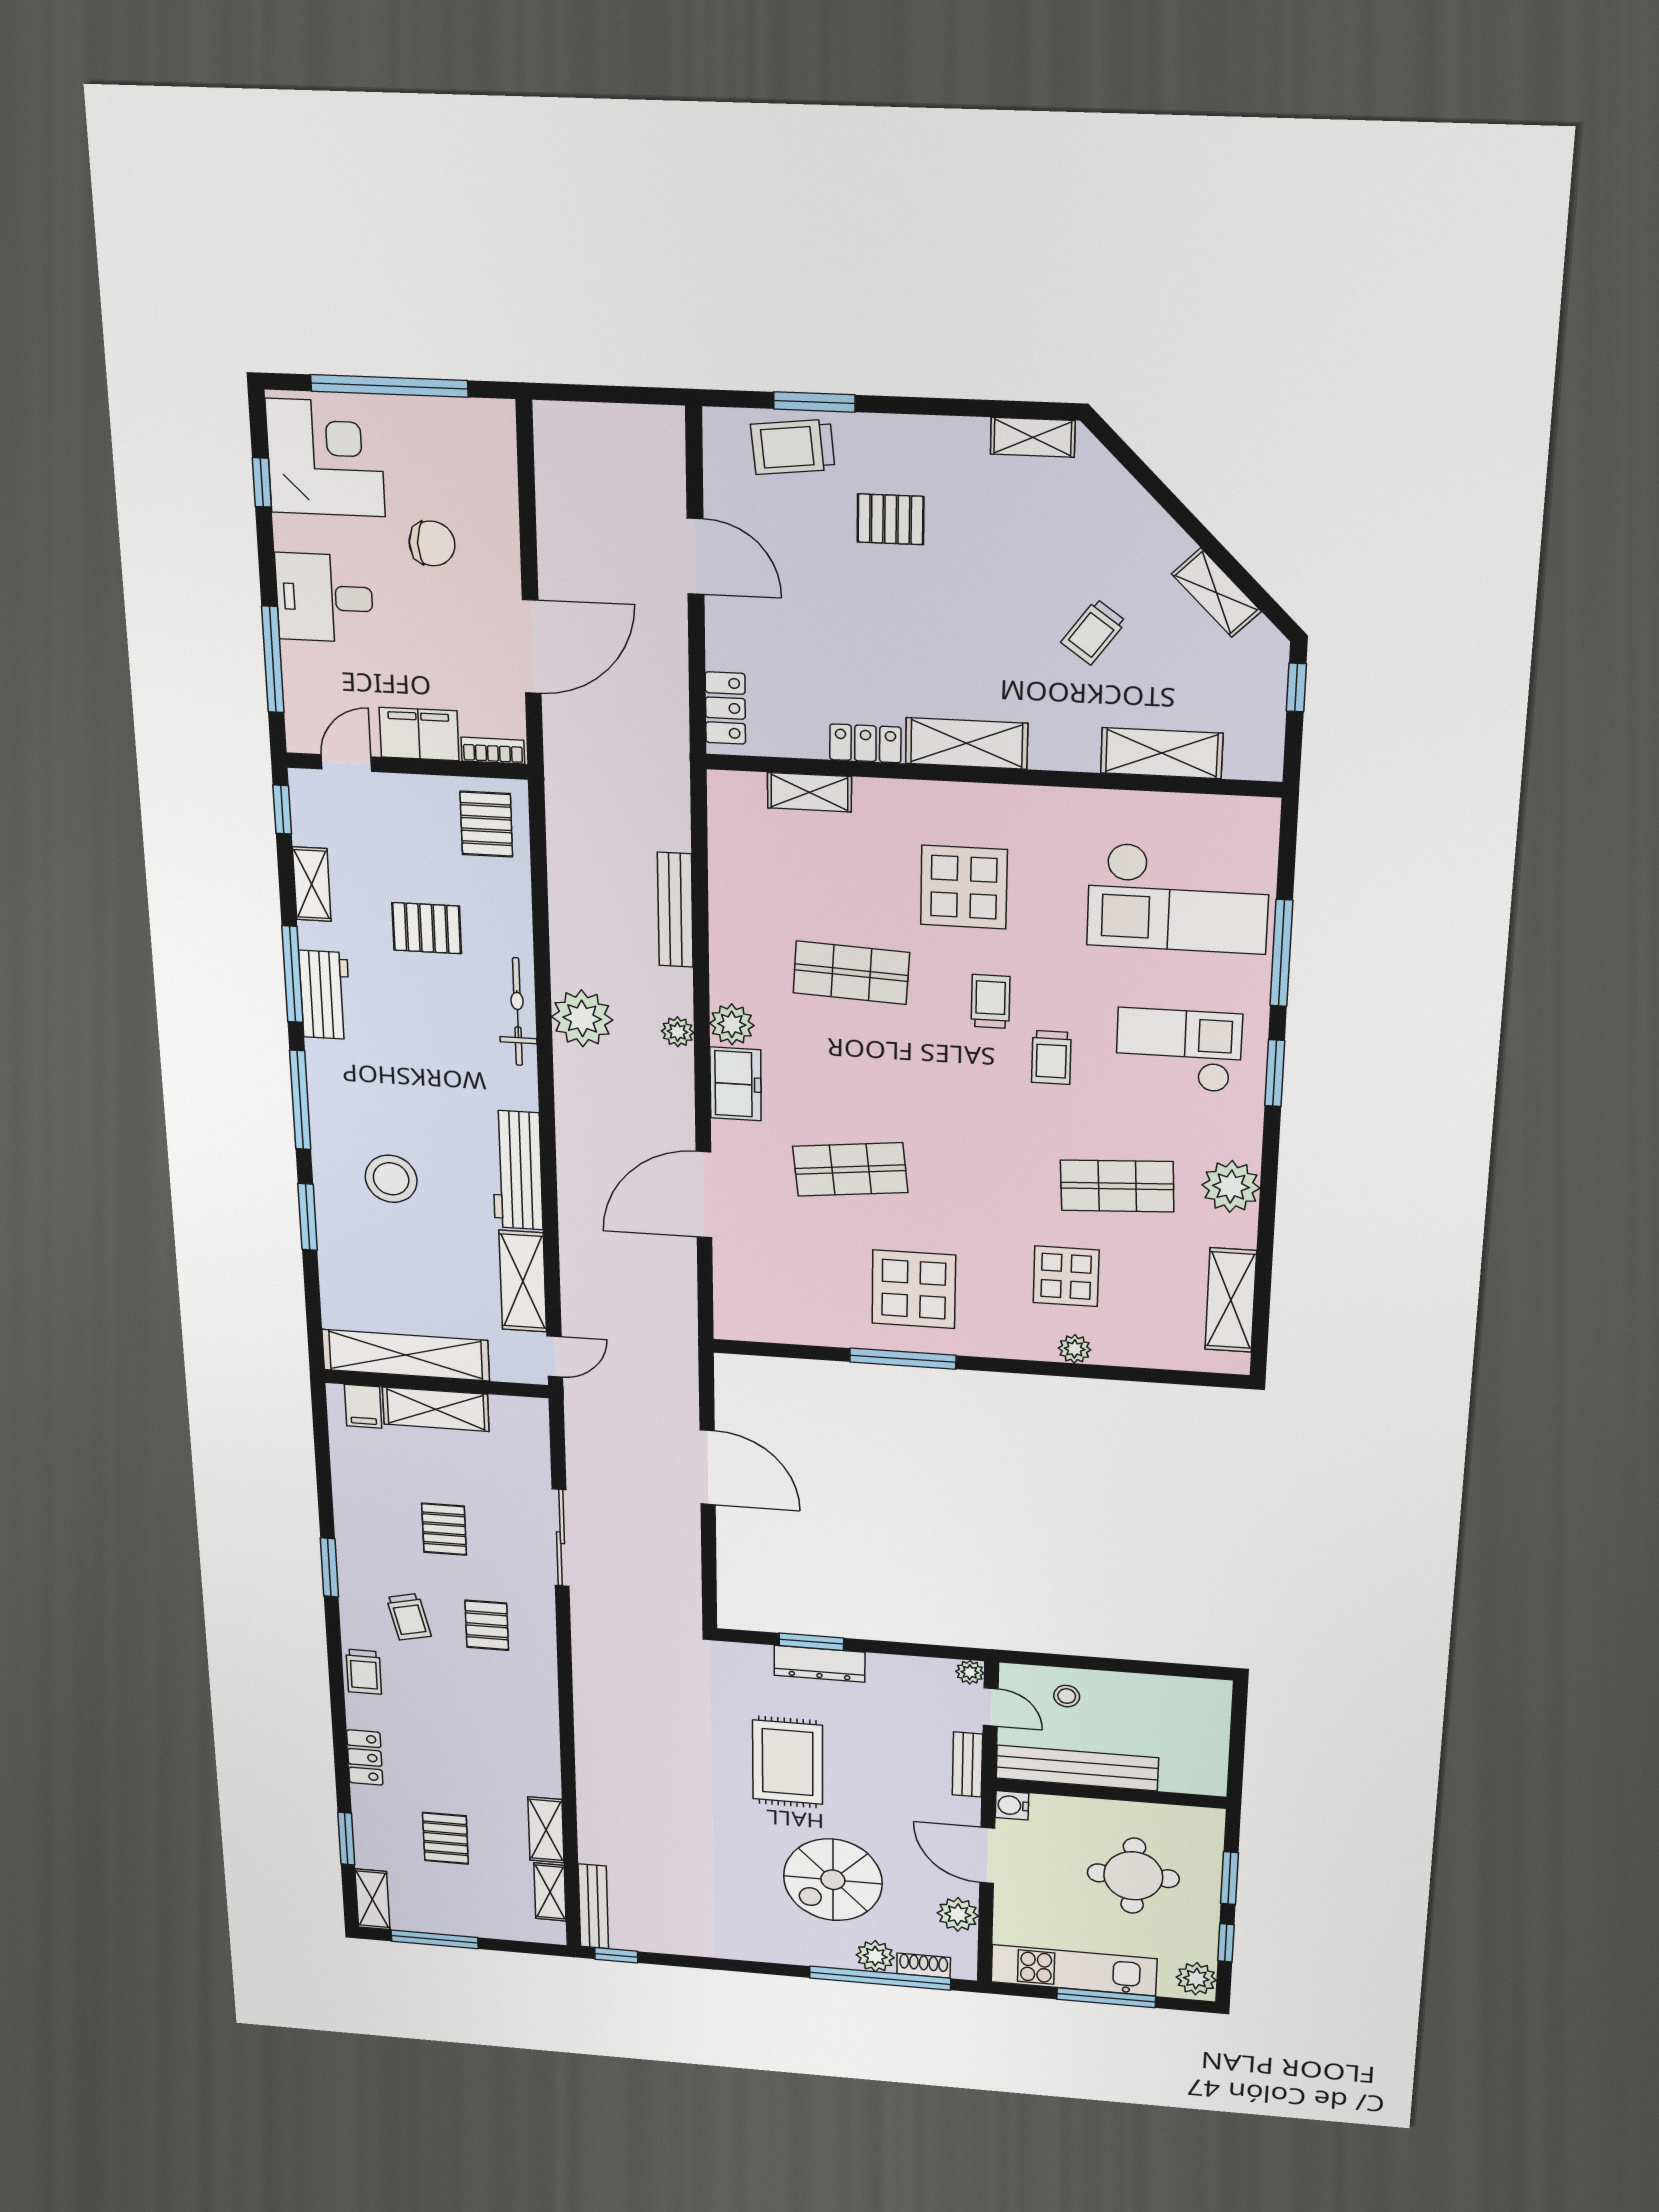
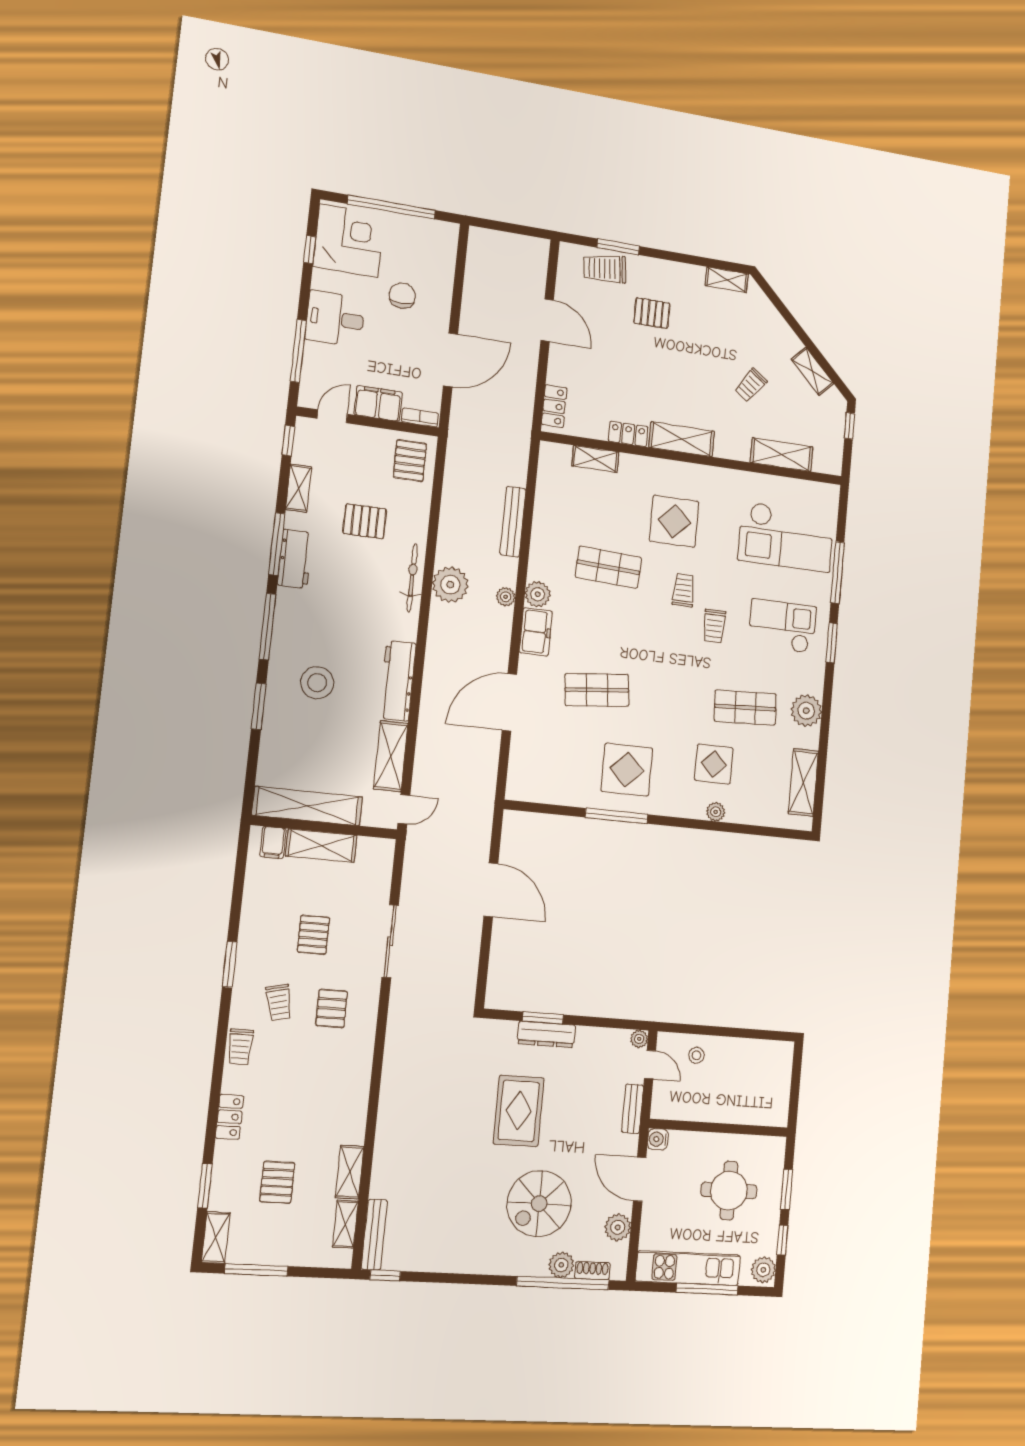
chair: (432, 543) -> (402, 296), turned -90
bench: (1077, 1768) -> (700, 1109), removed

